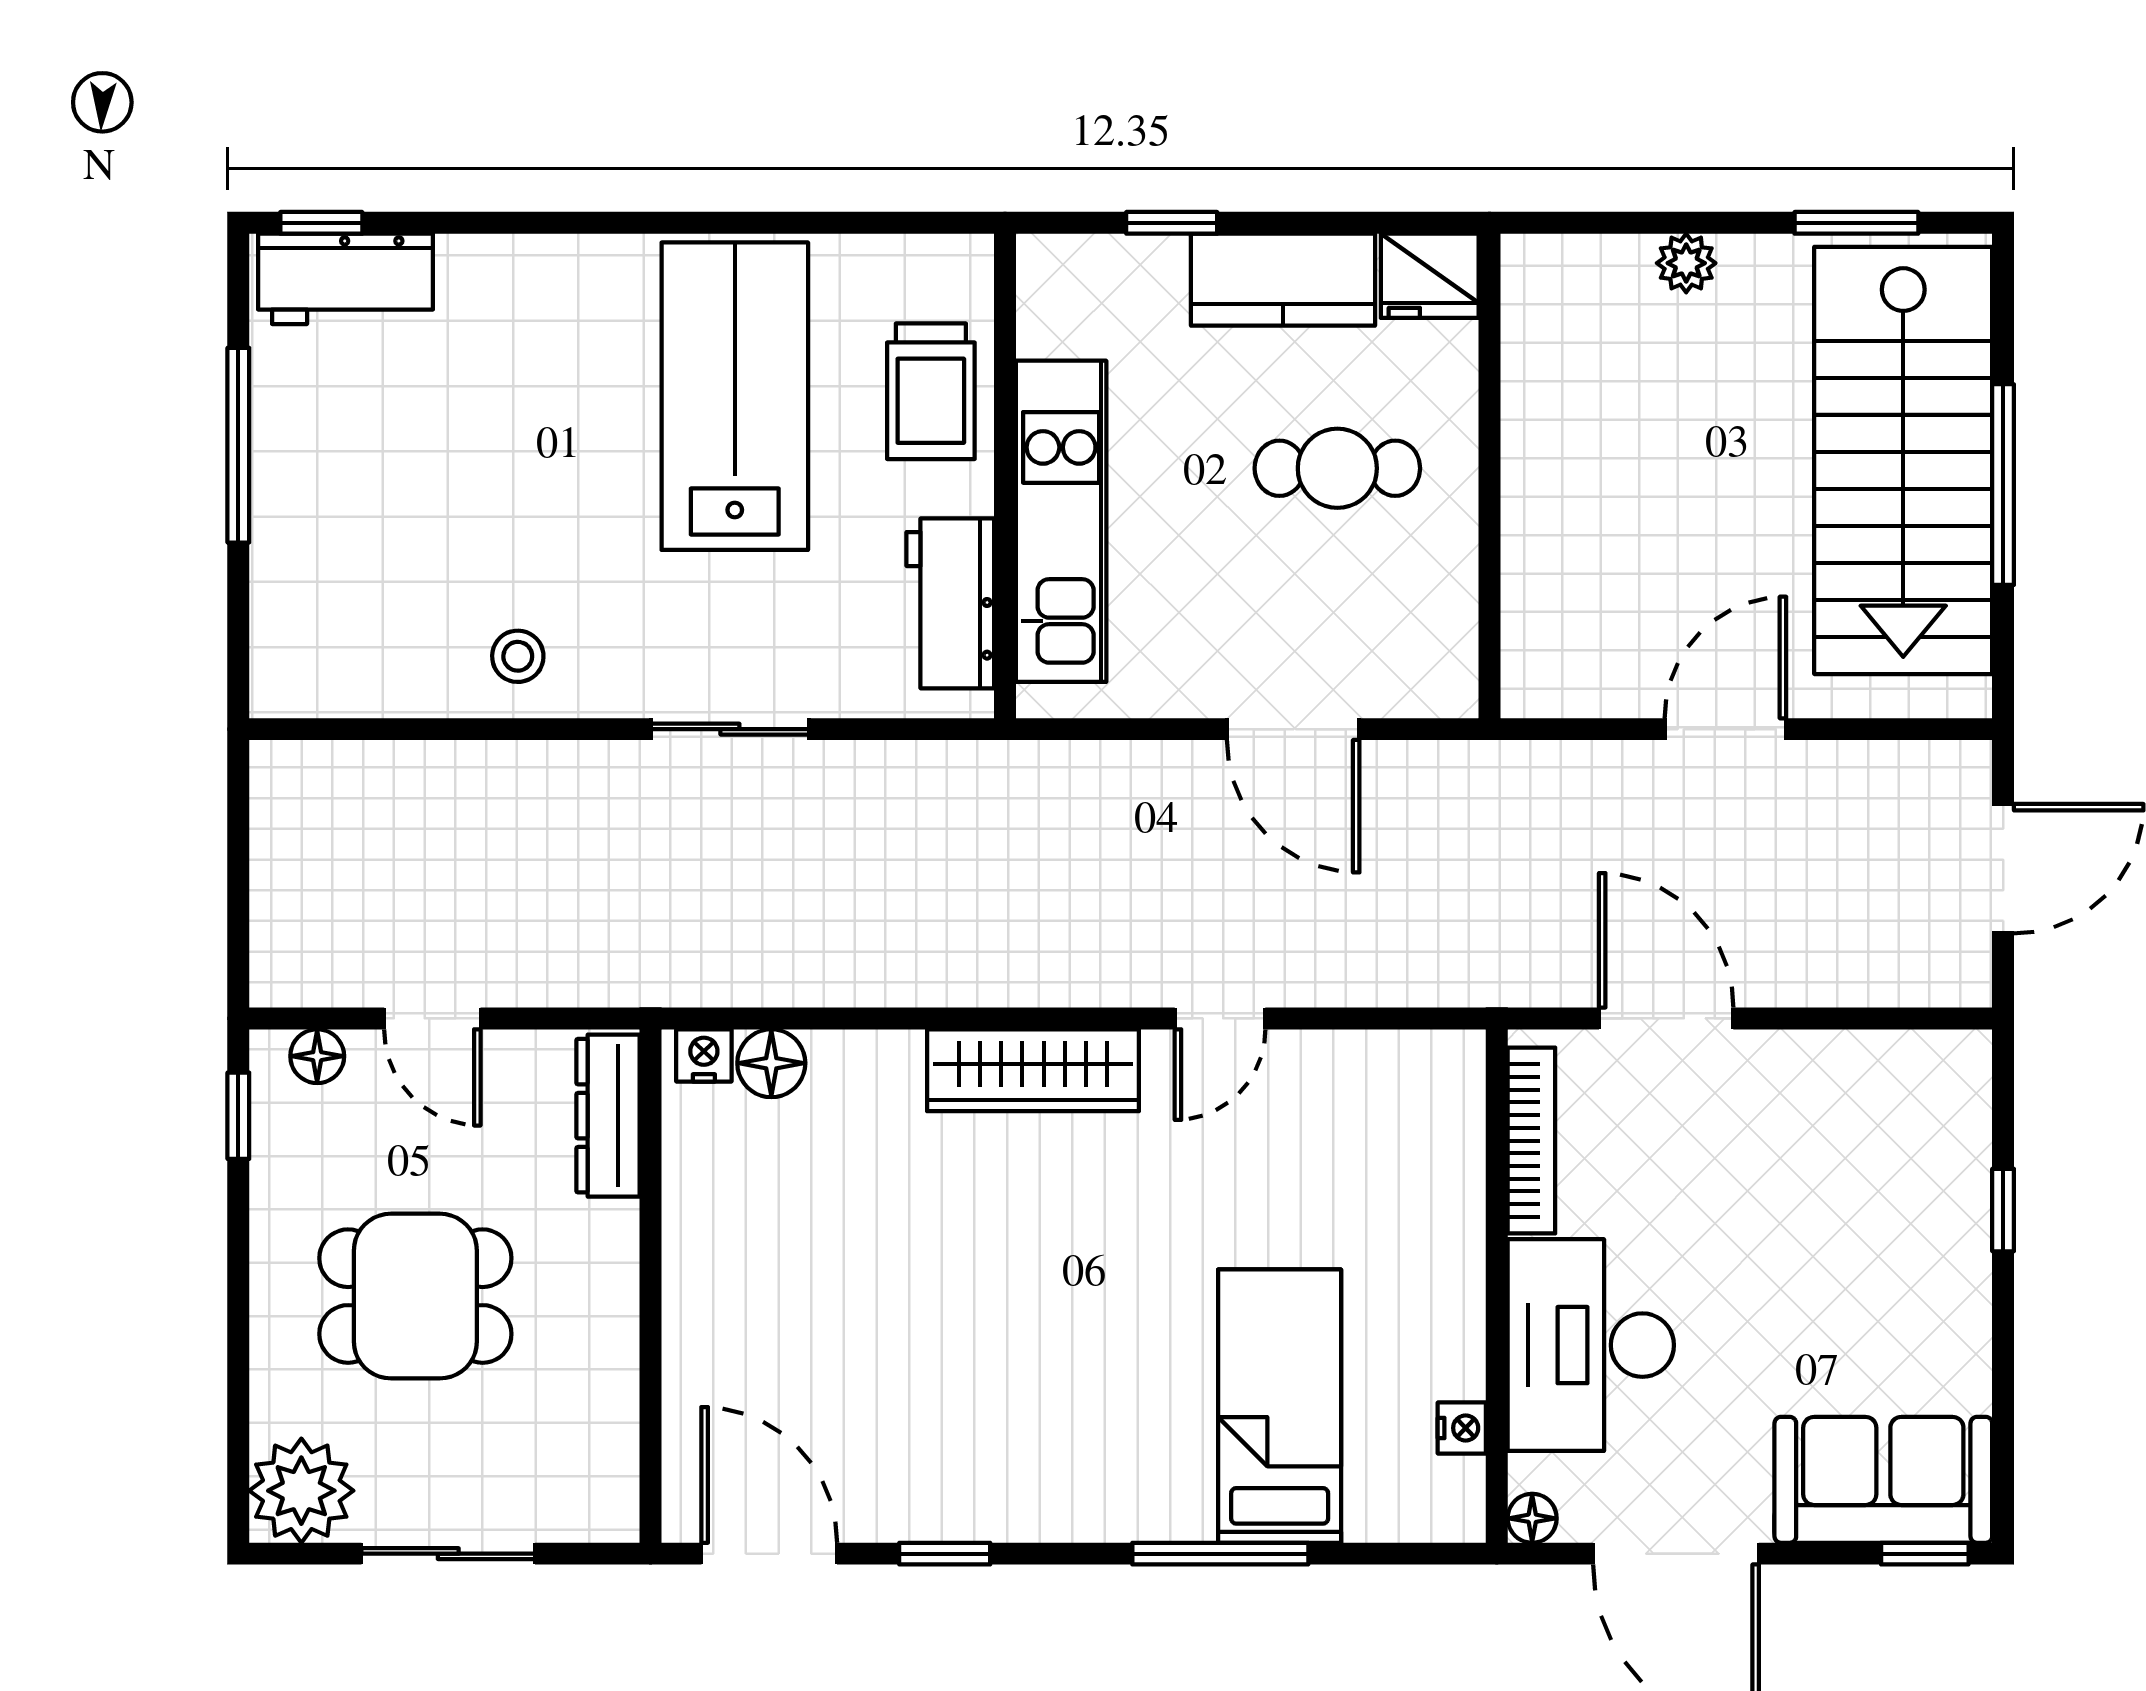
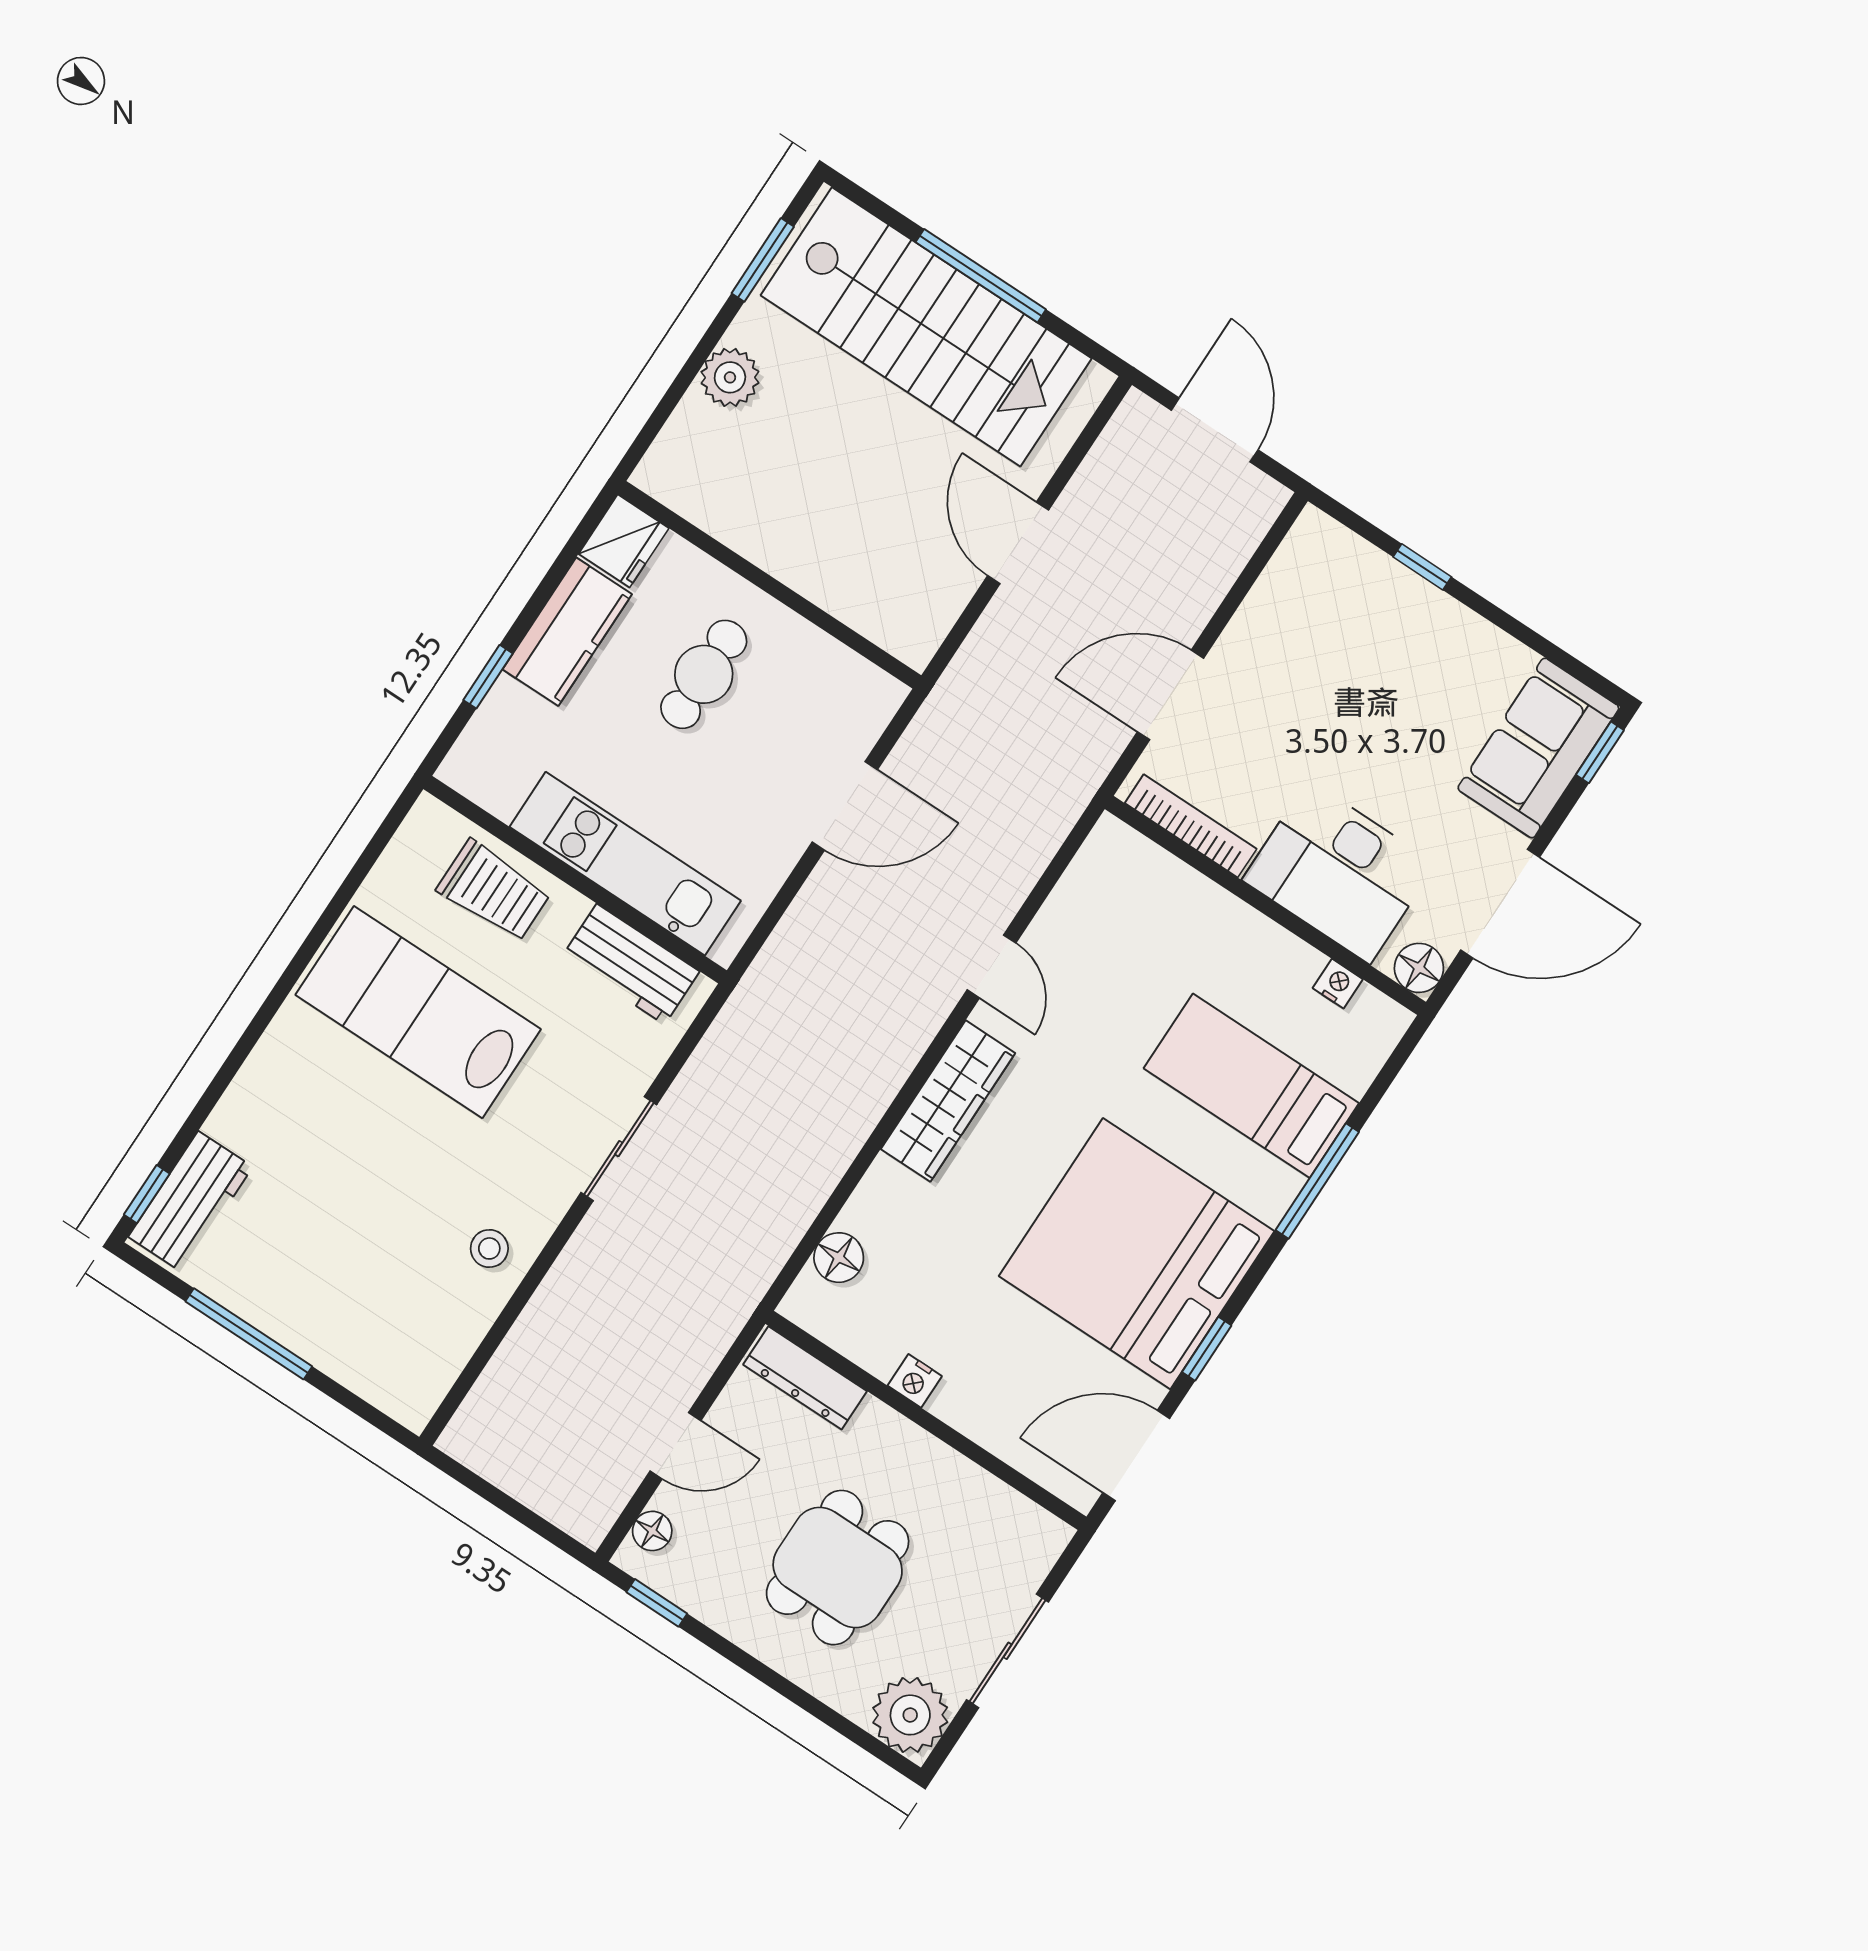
plant: (1686, 263) -> (730, 377), width x1.38, depth x1.38
nightstand: (704, 1055) -> (915, 1381), moved, turned -90
bed: (1001, 1402) -> (1137, 1254), added
floor lamp: (1532, 1518) -> (1419, 968), width x1.37, depth x1.37

